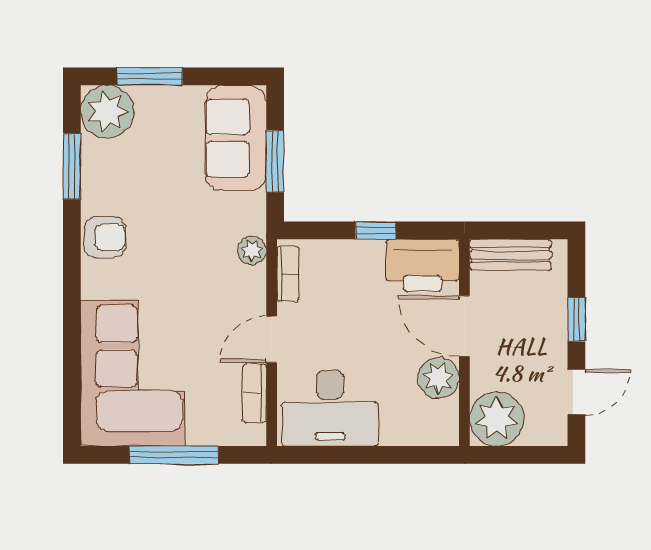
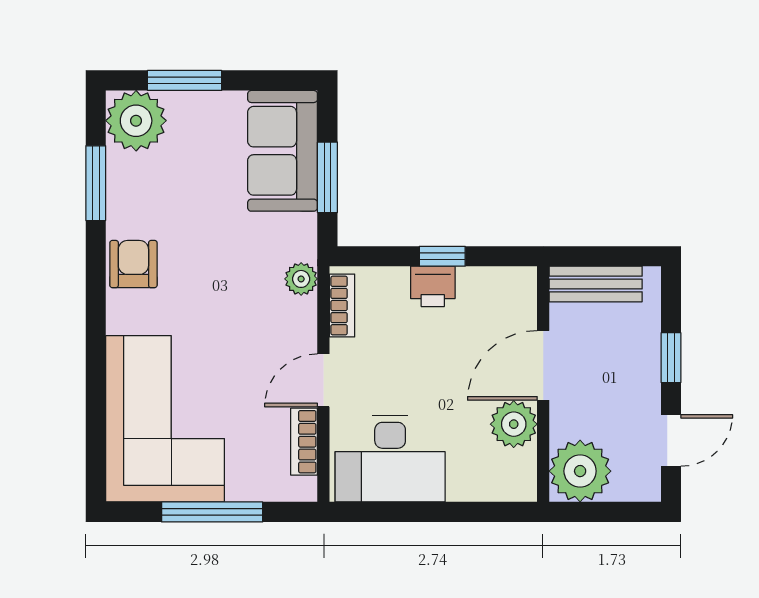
armchair: (105, 237) -> (133, 264), turned -90
printer: (423, 265) -> (433, 286), moved, width x0.53, depth x0.68
door: (464, 326) -> (543, 365), hinge flipped

